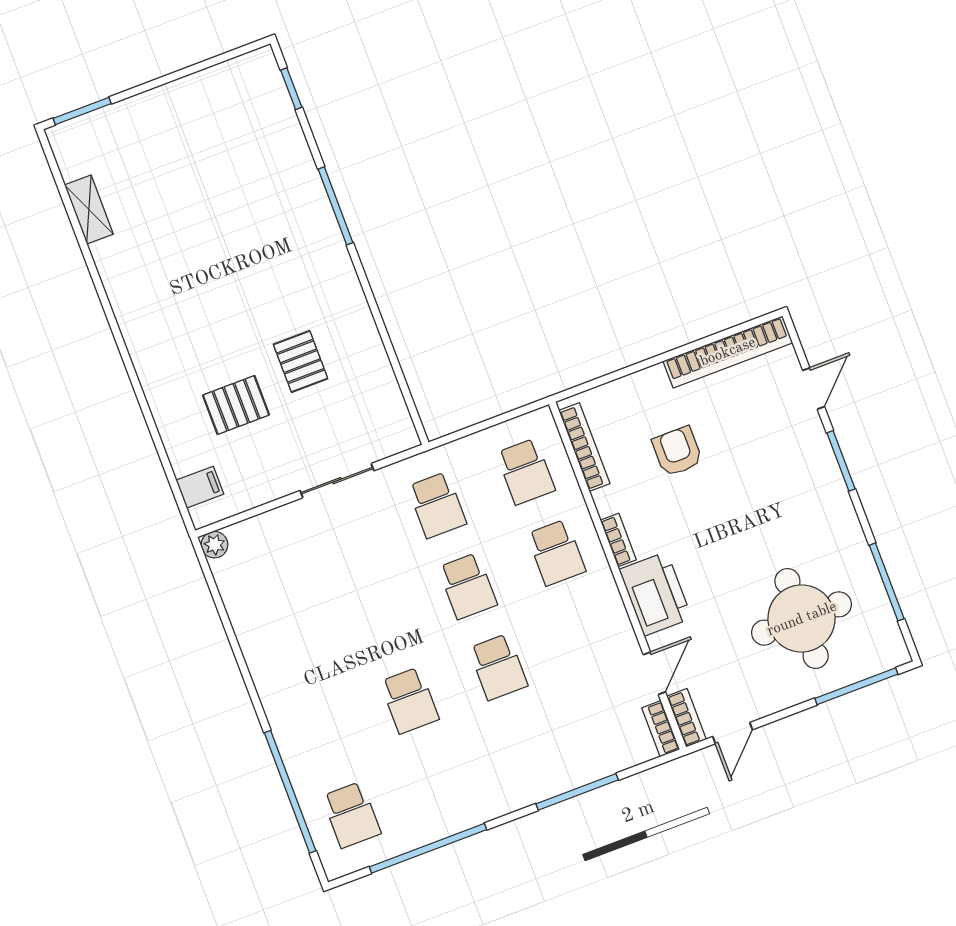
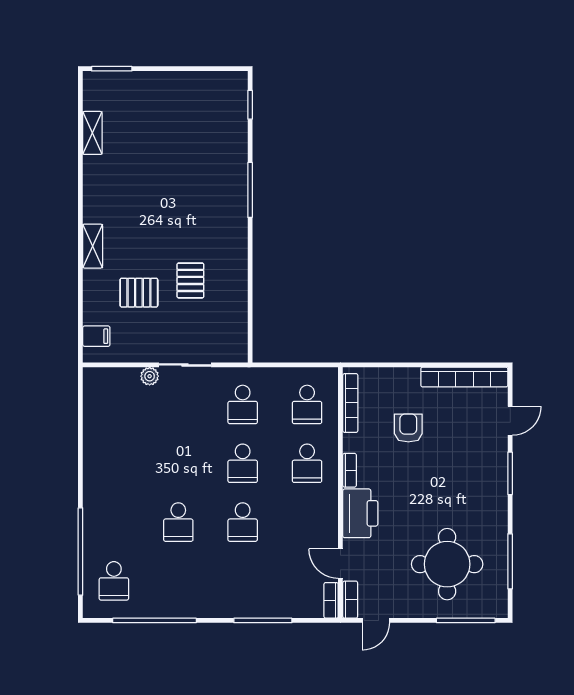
shelving: (148, 365) -> (93, 246), added
plant: (215, 545) -> (150, 376), moved
door: (654, 673) -> (340, 564), swing flipped

